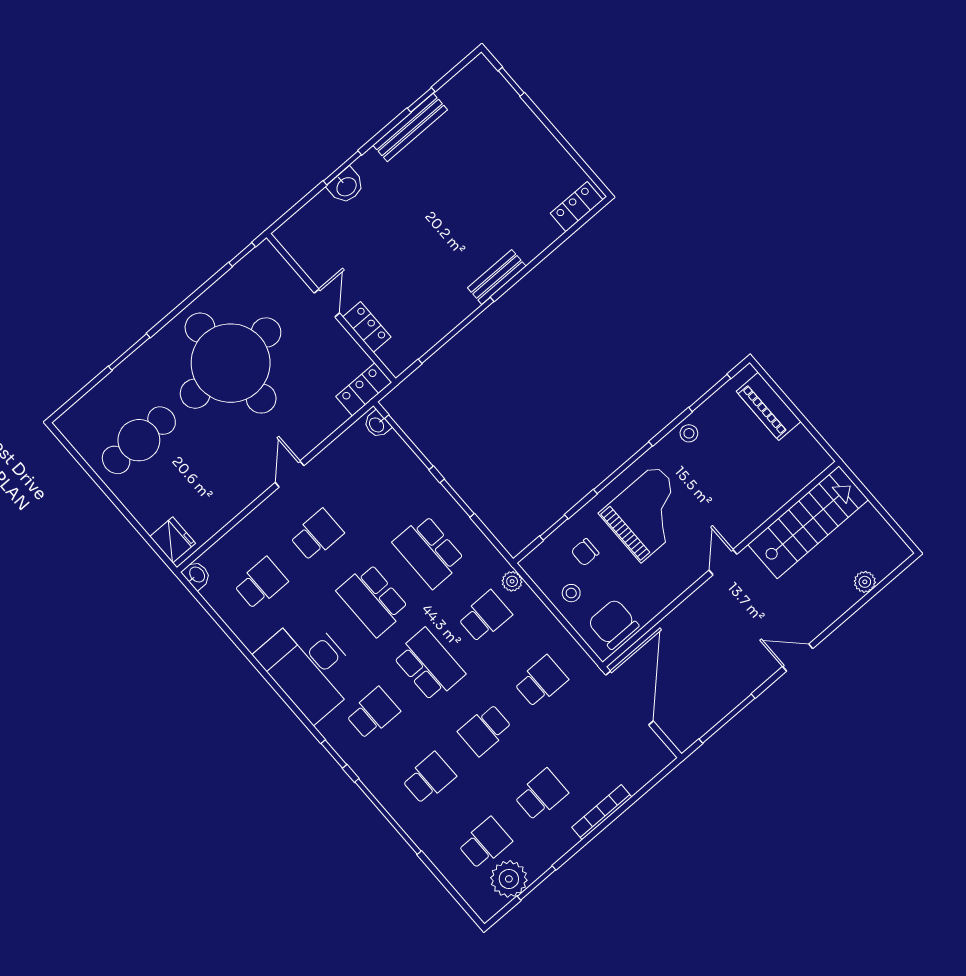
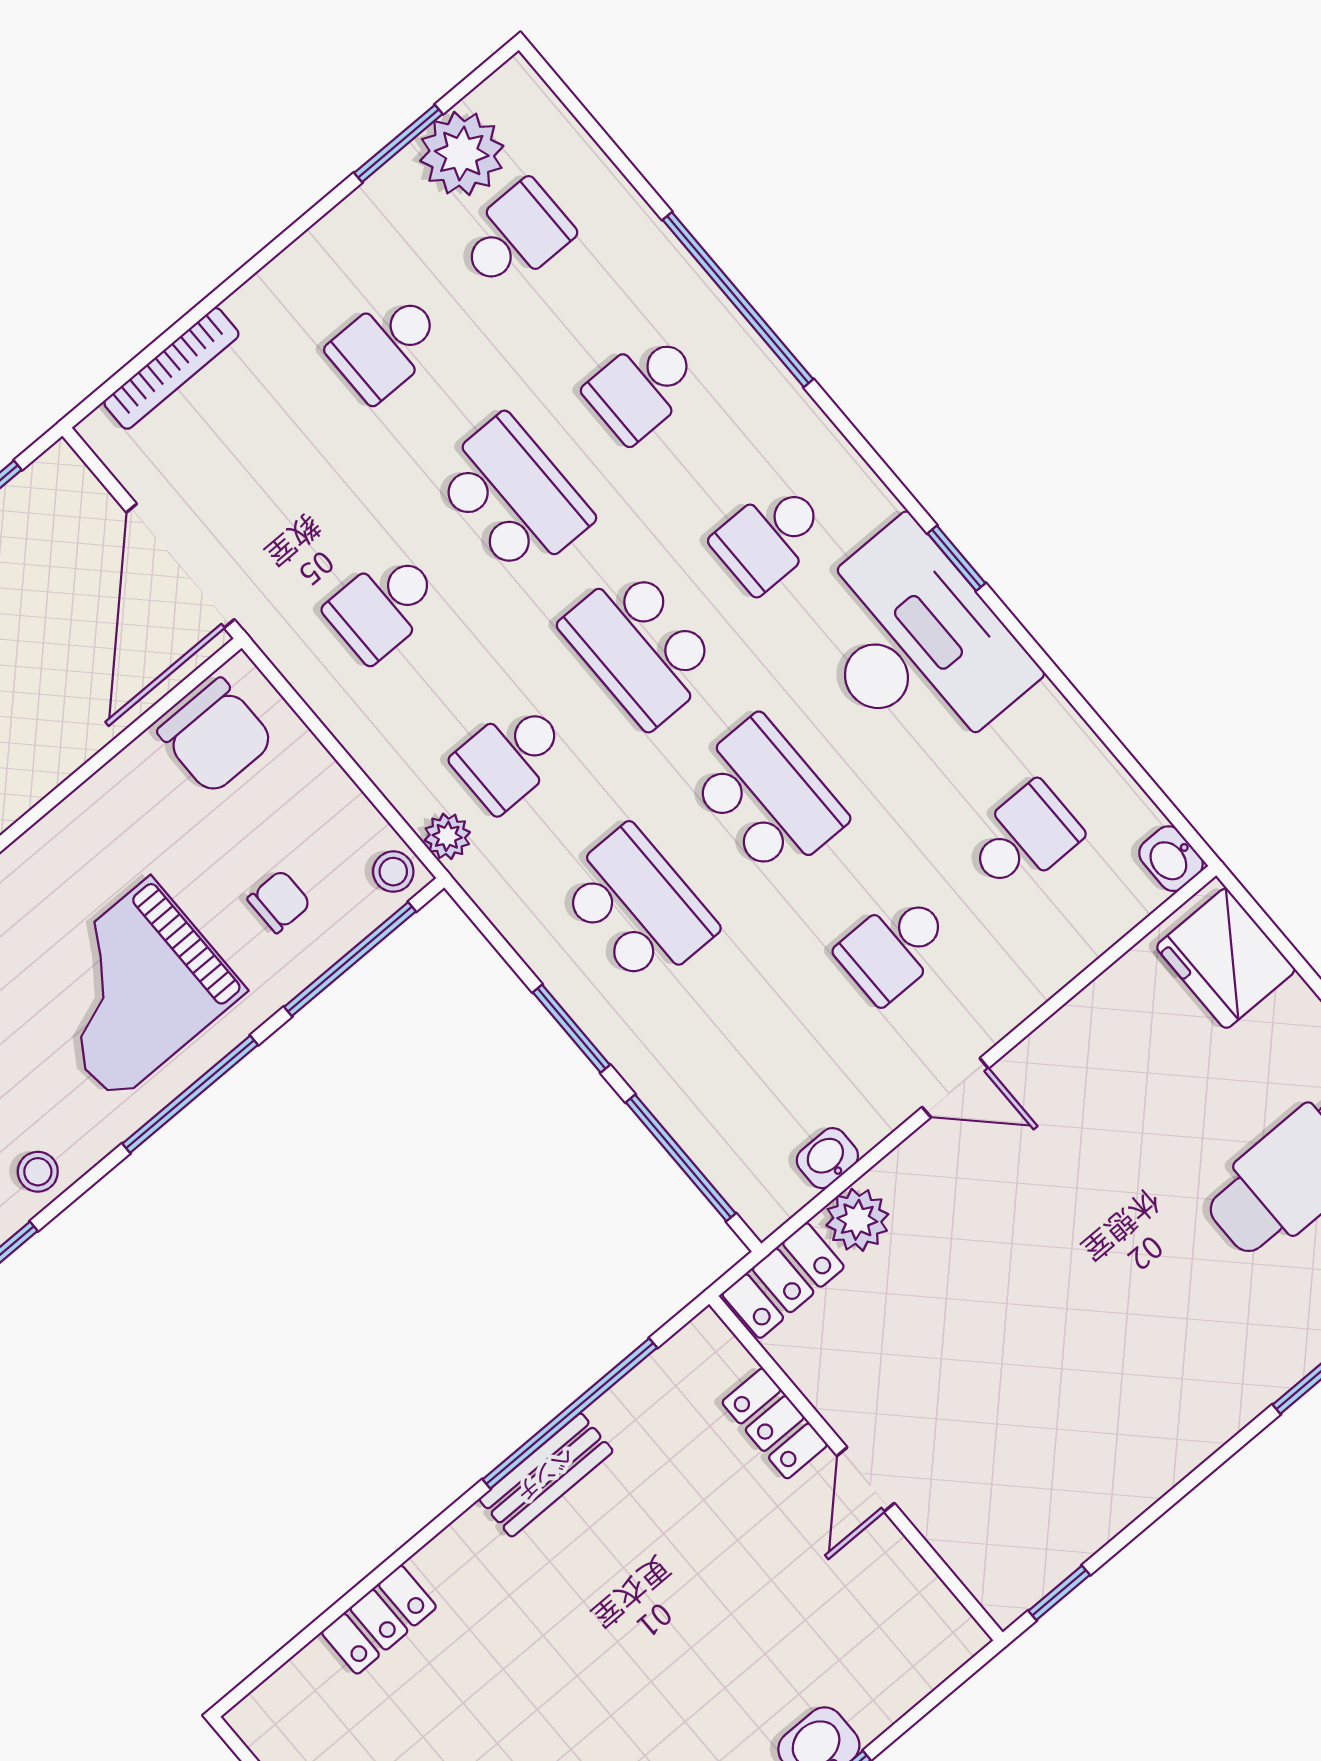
locker: (577, 207) -> (379, 1620), moved
bench: (497, 277) -> (546, 1475), moved
round table: (231, 363) -> (1088, 1344), removed
plant: (332, 416) -> (857, 1220), added
washbasin: (377, 425) -> (827, 1158), moved, turned -90
door: (290, 474) -> (955, 1088), hinge flipped
window: (554, 527) -> (350, 959), width x2.17
fridge: (173, 540) -> (1226, 958), width x1.36, depth x1.34
school desk: (261, 583) -> (1024, 838), turned 180
stool: (571, 593) -> (393, 872), moved
school desk: (485, 730) -> (513, 496), width x1.85
window: (334, 754) -> (956, 558), moved
bookcase: (602, 812) -> (171, 368), moved
school desk: (485, 843) -> (516, 236), turned 180

